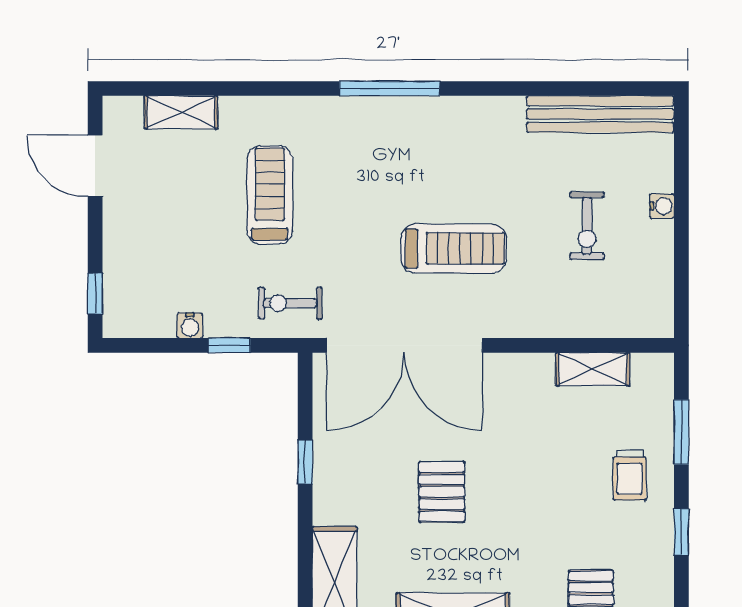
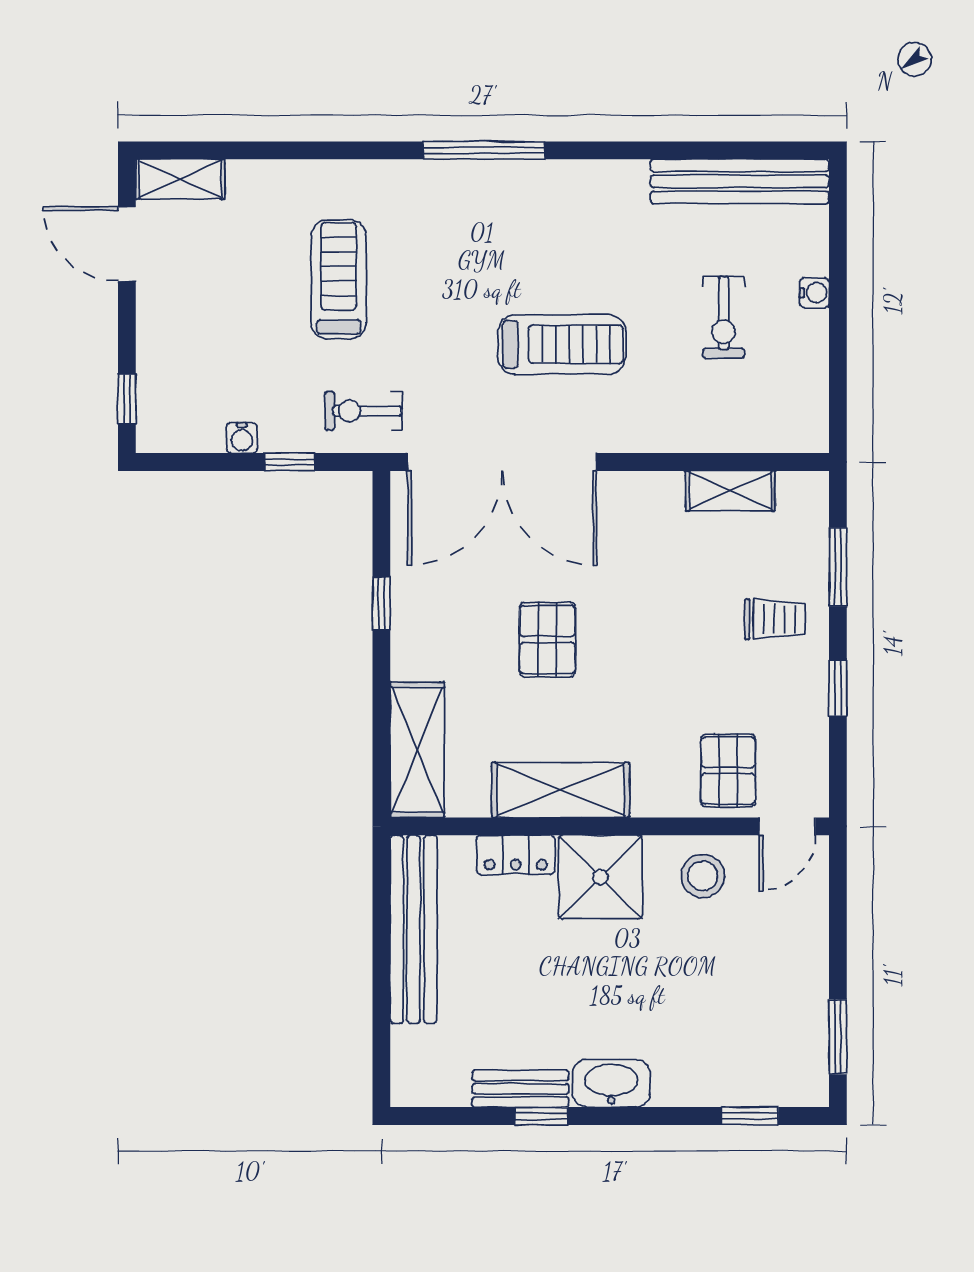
shelving: (181, 112) -> (180, 179), moved
trolley: (630, 475) -> (775, 619), turned -90

